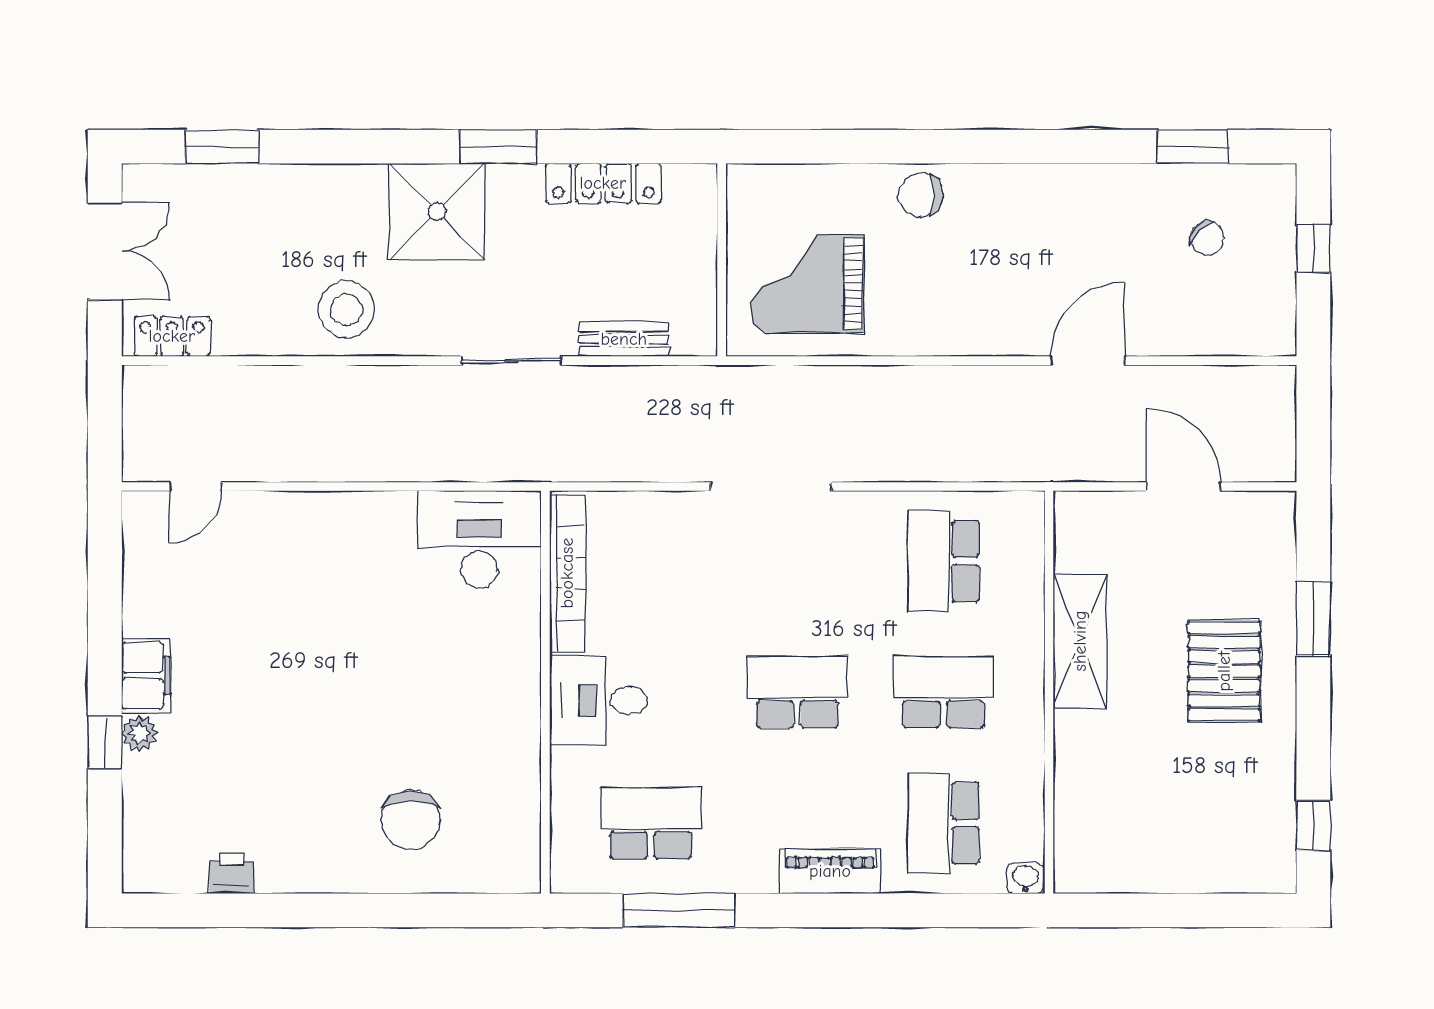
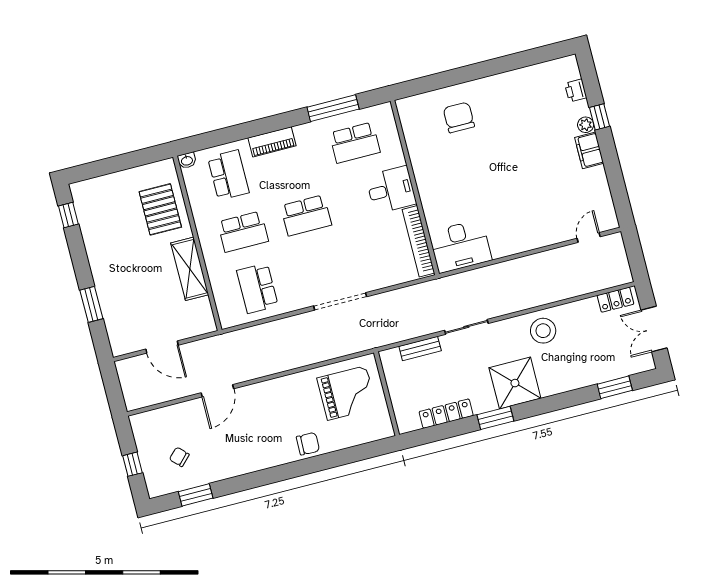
school desk: (944, 561) -> (257, 288), turned 180
pallet: (1224, 671) -> (160, 209), moved
printer: (232, 873) -> (576, 91), moved, turned 90

